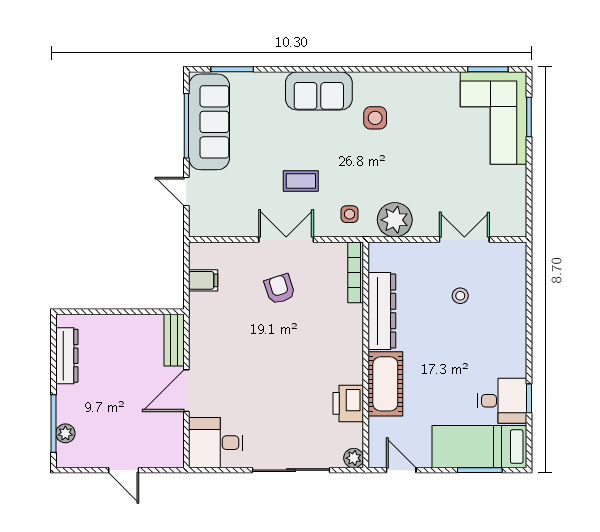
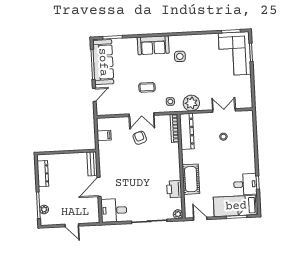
door: (186, 191) -> (94, 95), swing flipped
double door: (286, 239) -> (142, 115), swing flipped
dresser: (382, 311) -> (187, 131), moved

